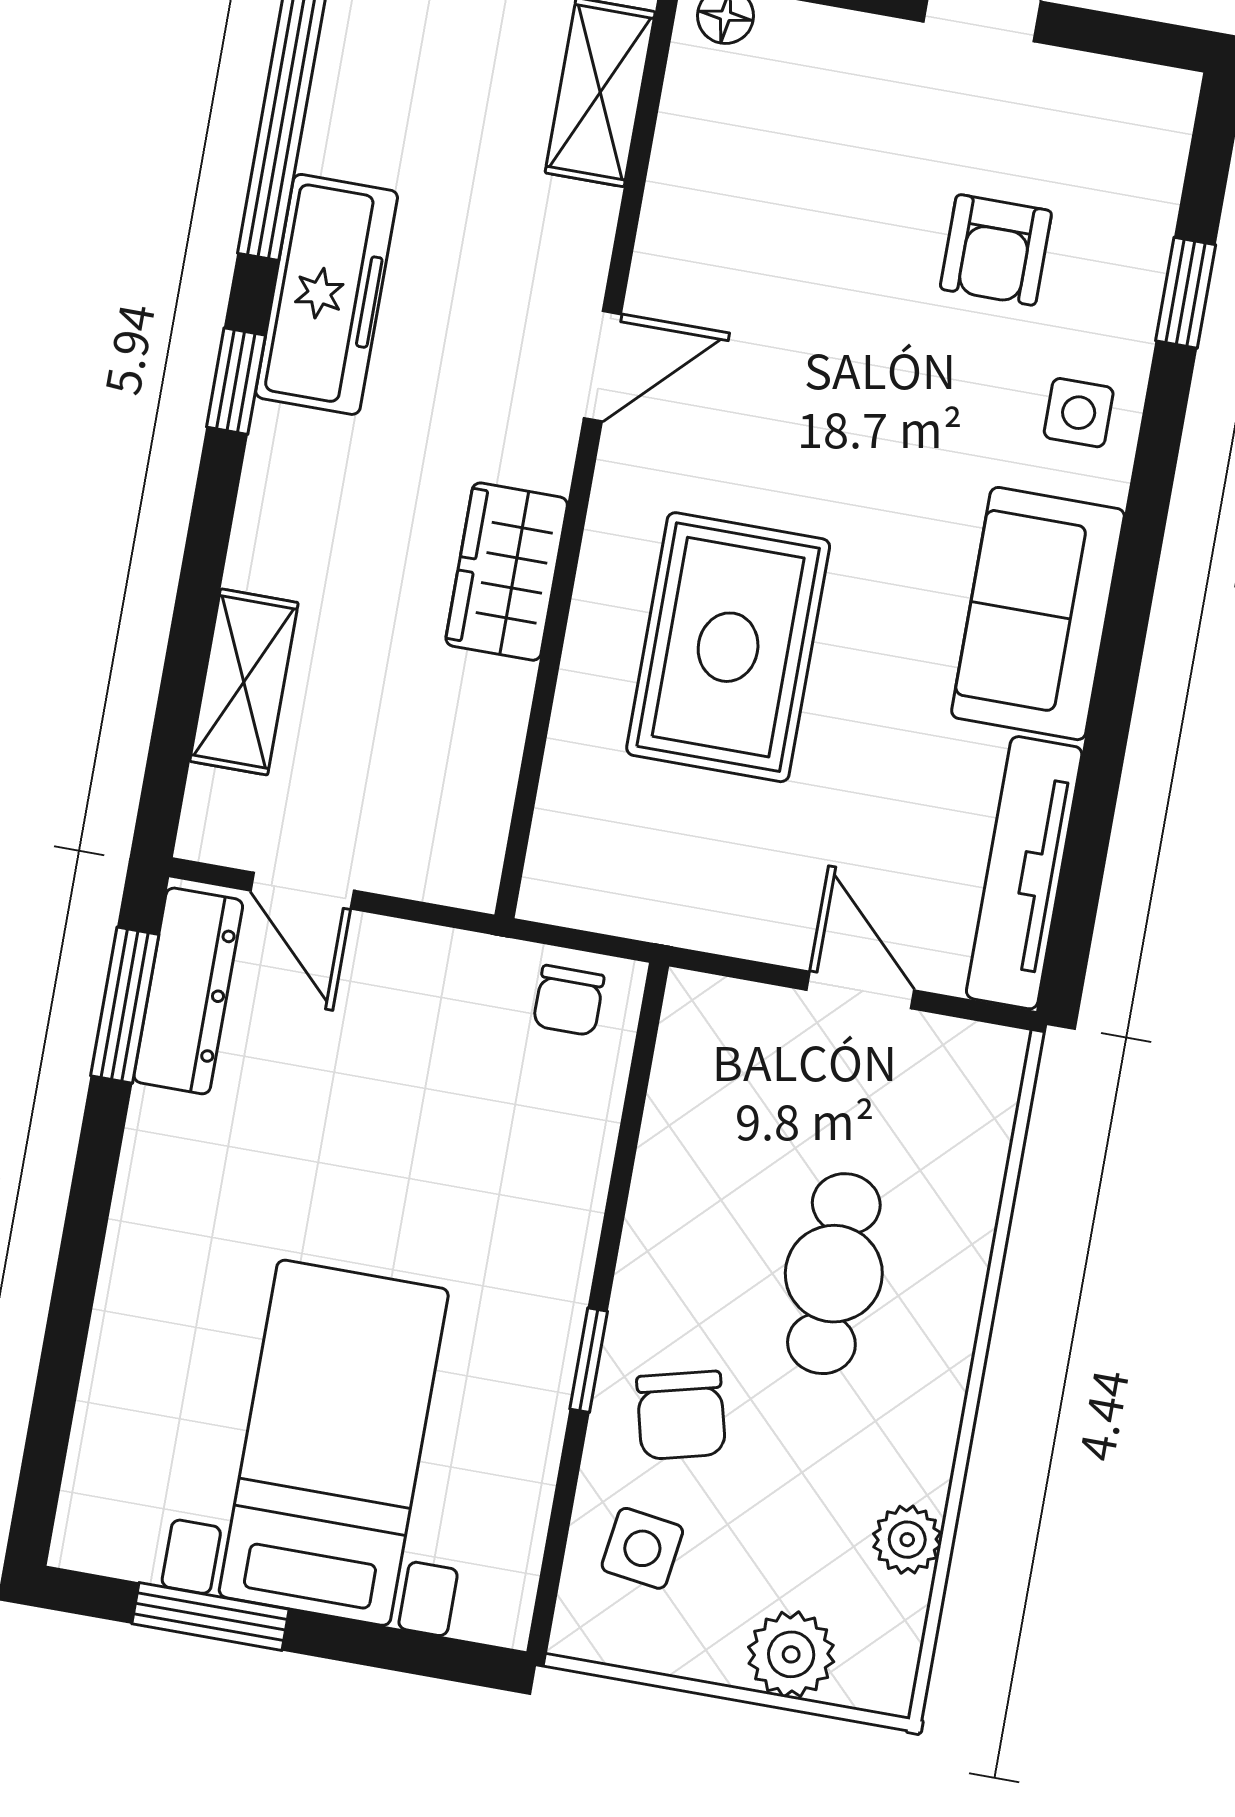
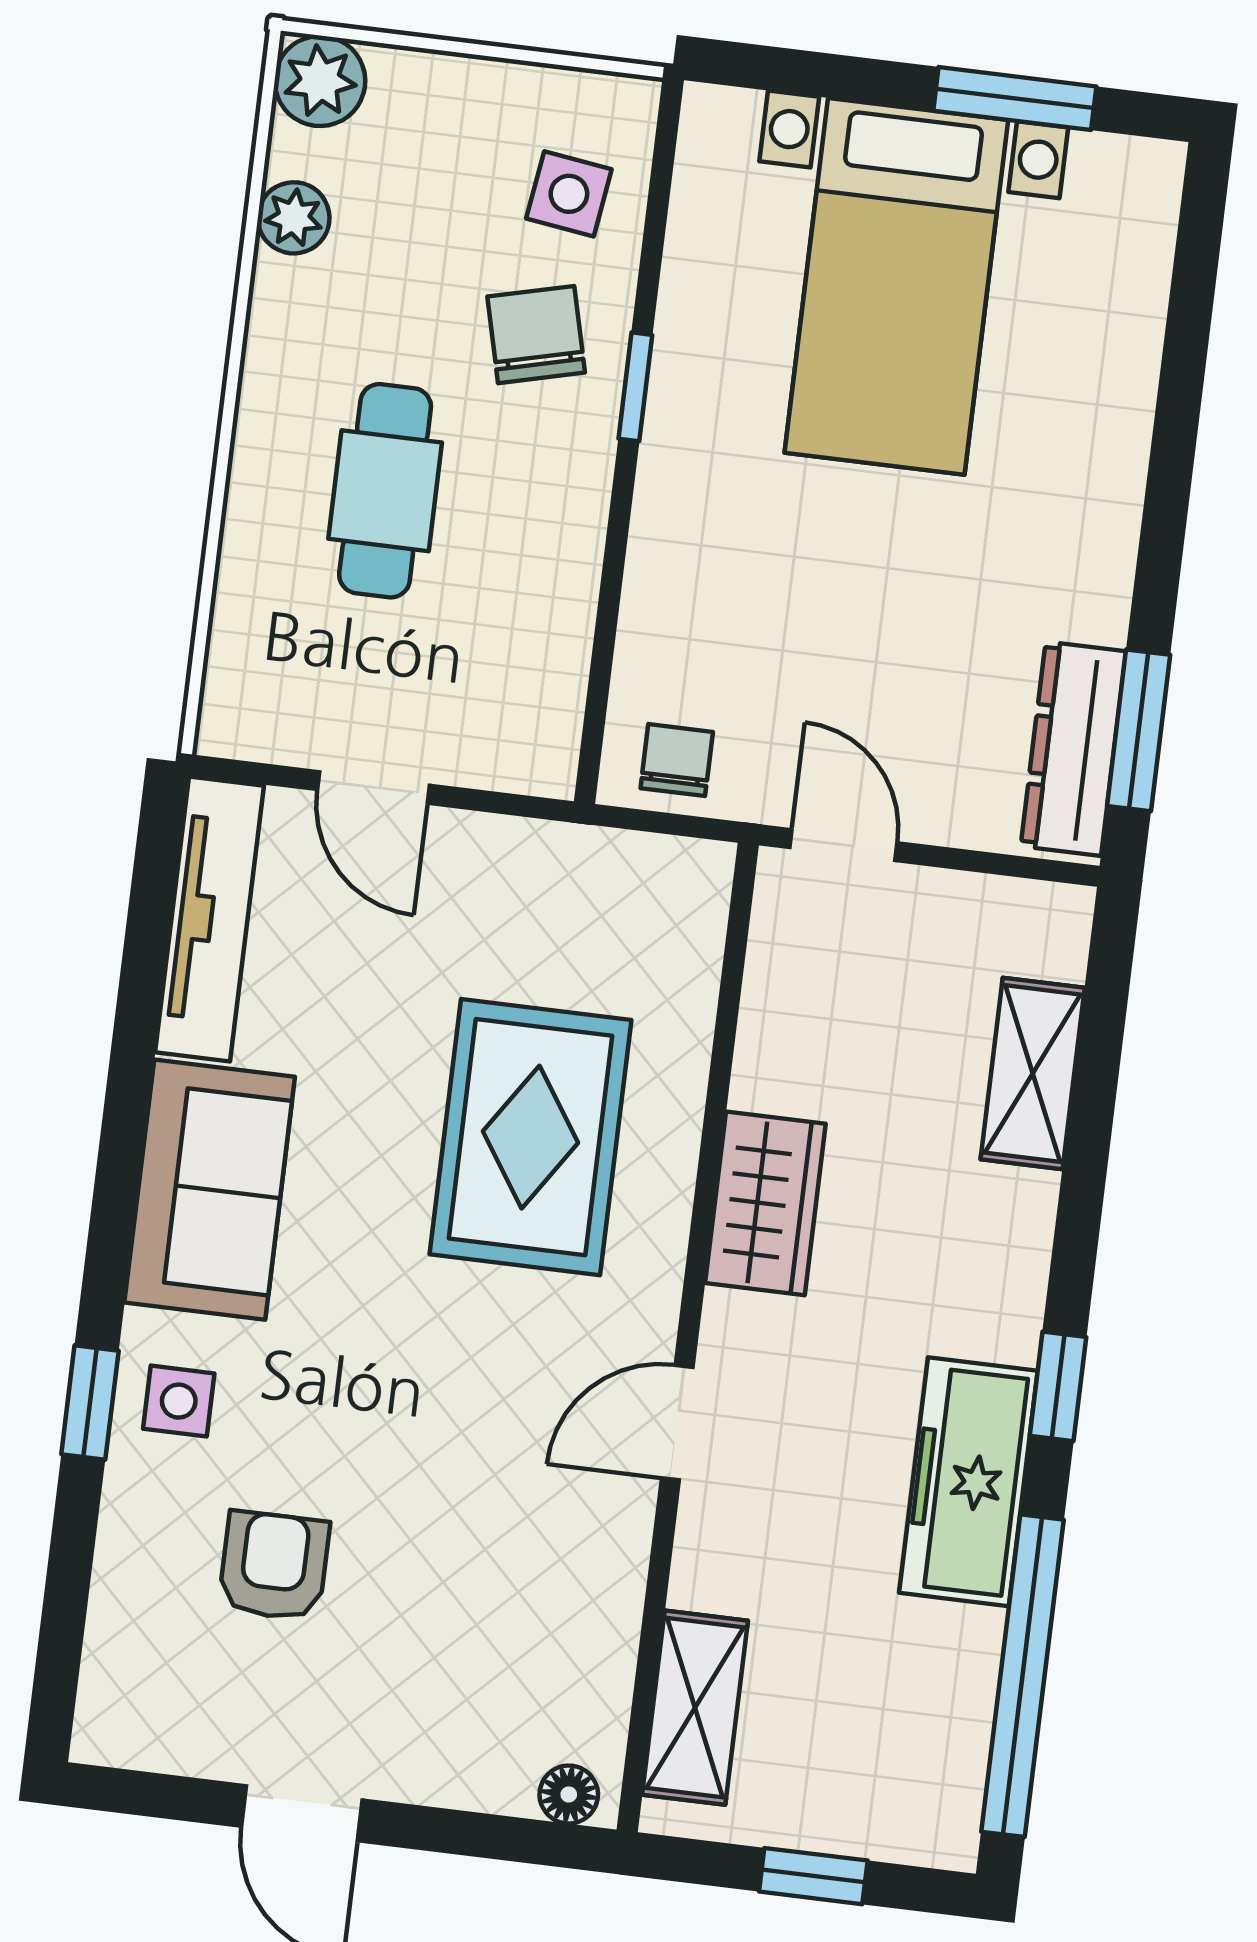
window: (1186, 293) -> (90, 1403), moved
door: (302, 891) -> (844, 845), moved
plant: (791, 1654) -> (320, 81), moved

